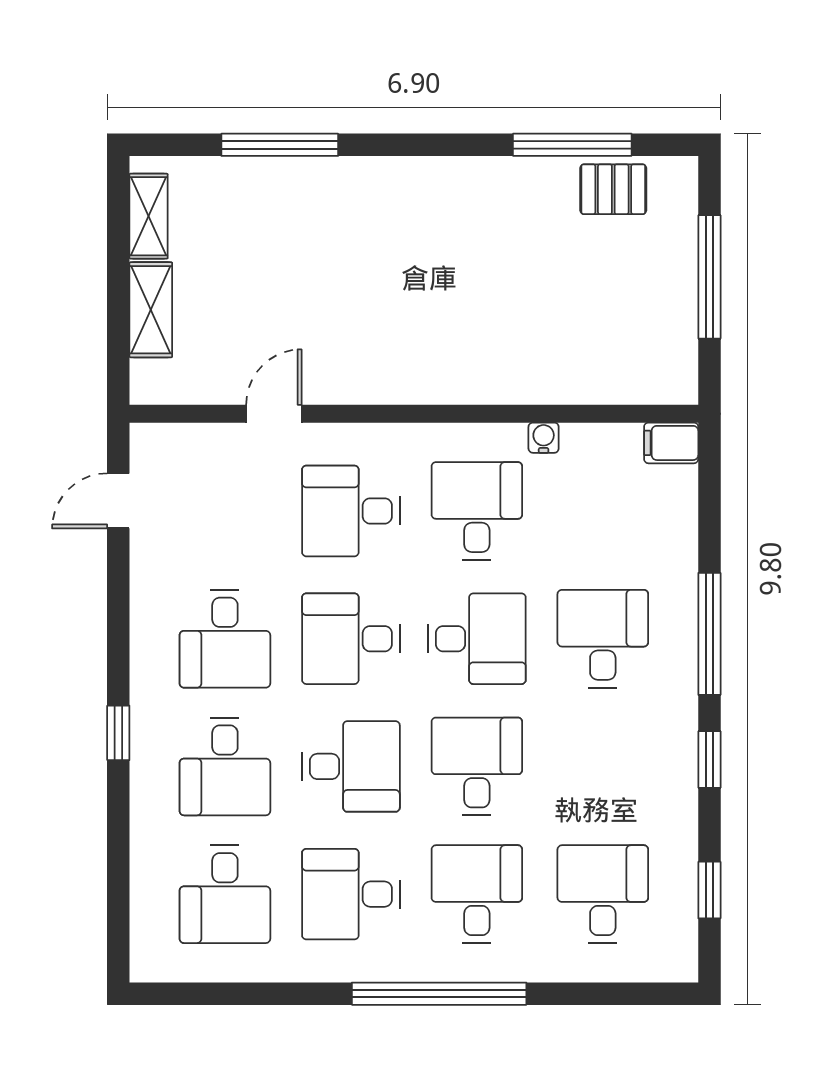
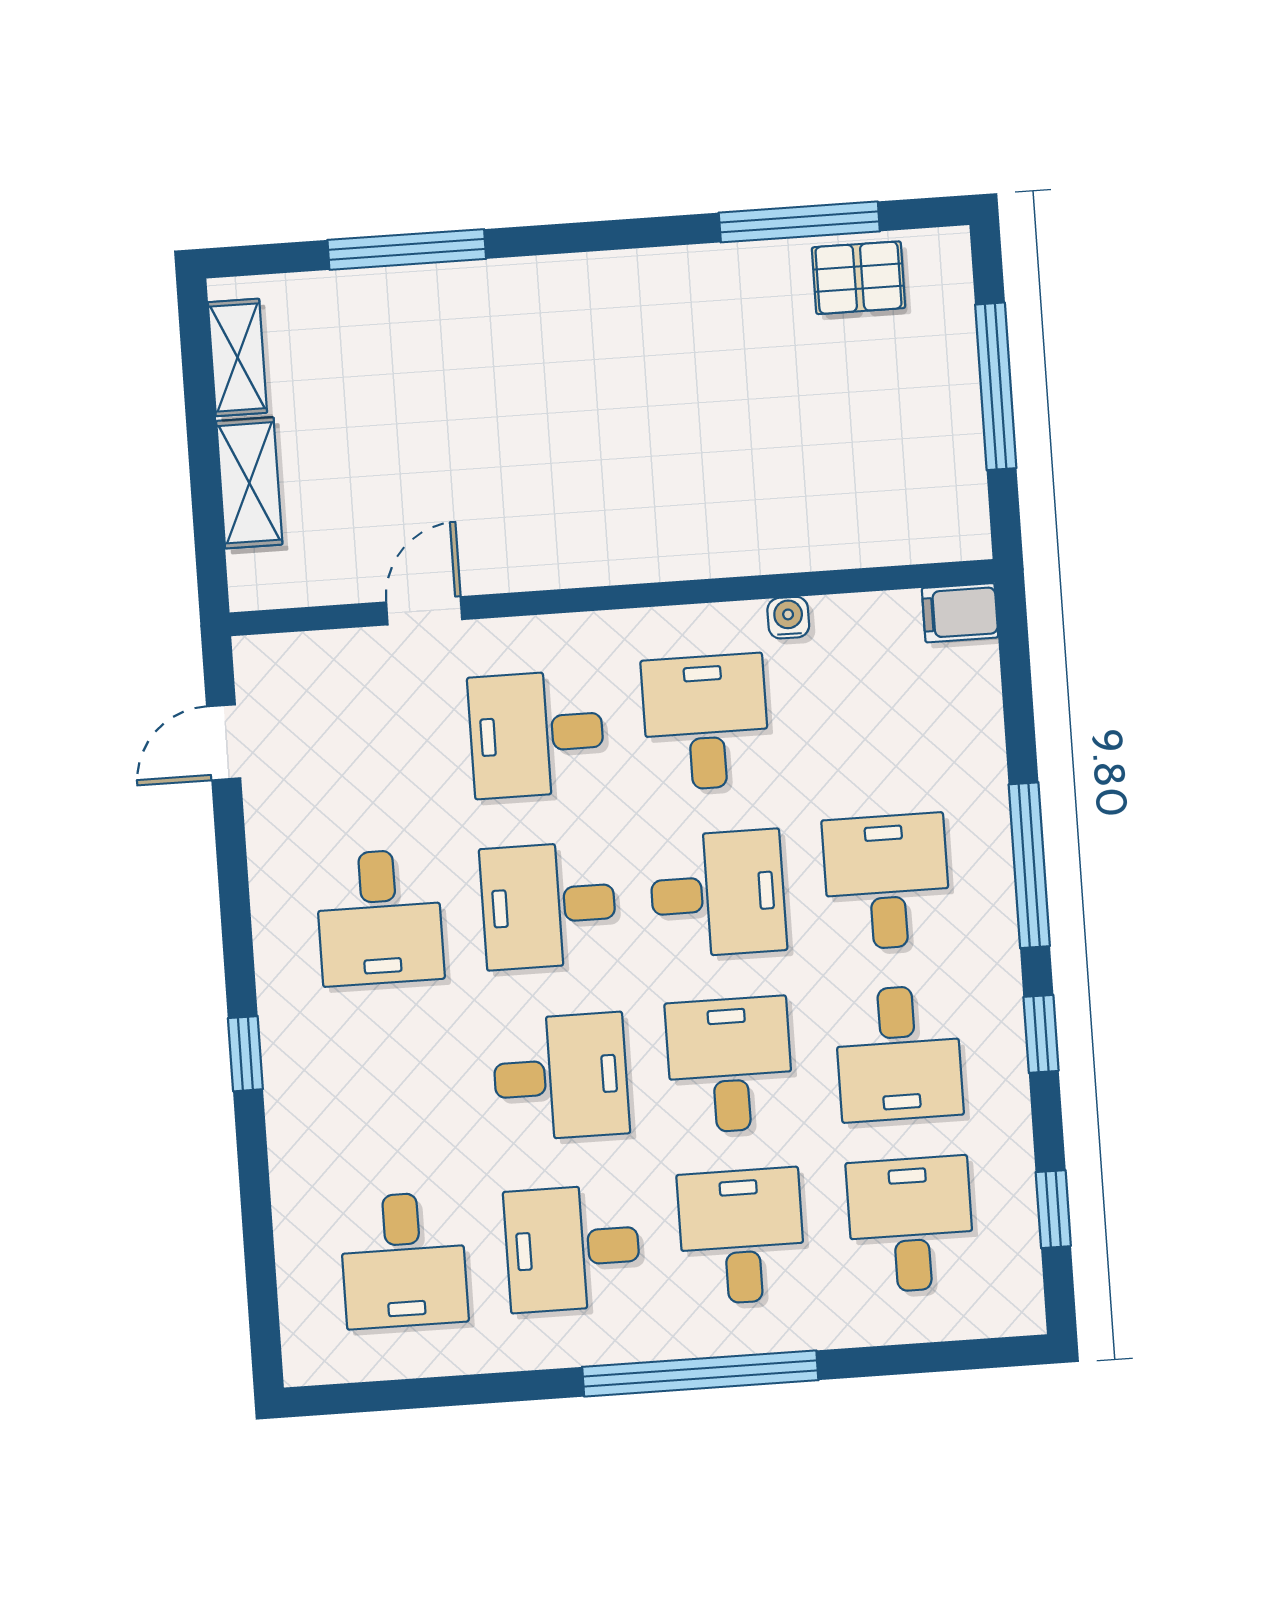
desk: (225, 766) -> (899, 1053), moved

